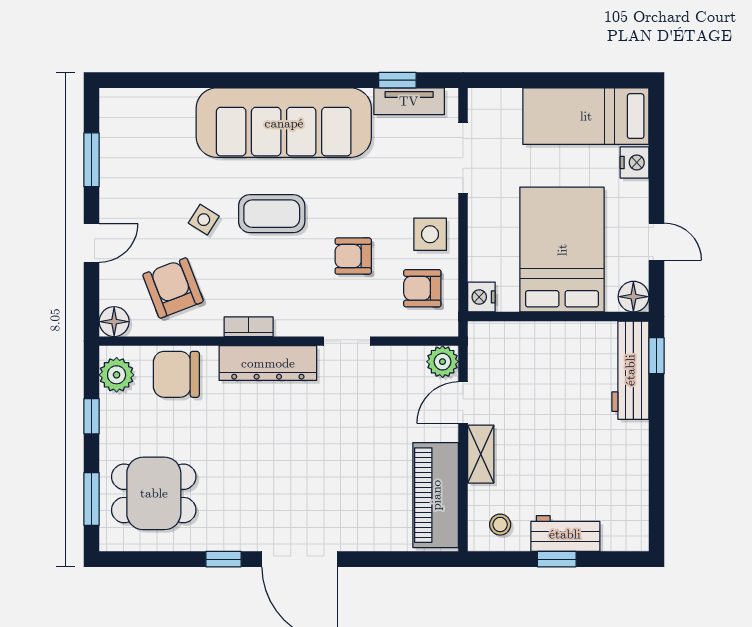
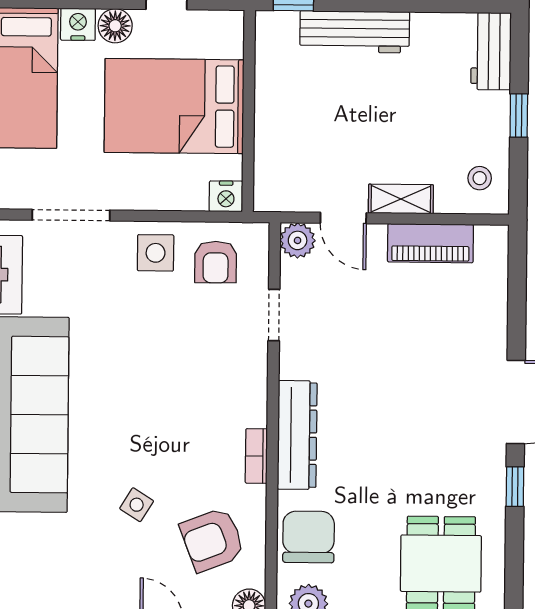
coffee table: (272, 214) -> (131, 429), removed
armchair: (353, 256) -> (179, 339), removed
floor lamp: (633, 297) -> (115, 26), moved
doorway: (347, 341) -> (274, 315), moved
workbench: (630, 370) -> (355, 32), moved
chair: (176, 374) -> (309, 537), turned 180
piano: (436, 495) -> (430, 243), width x0.73, depth x0.75
workbench: (565, 534) -> (491, 51), moved

